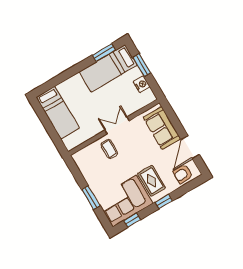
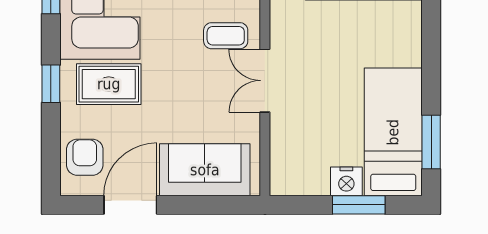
nightstand: (142, 84) -> (346, 181), moved
double door: (117, 125) -> (265, 81), swing flipped
door: (190, 147) -> (130, 205), hinge flipped

